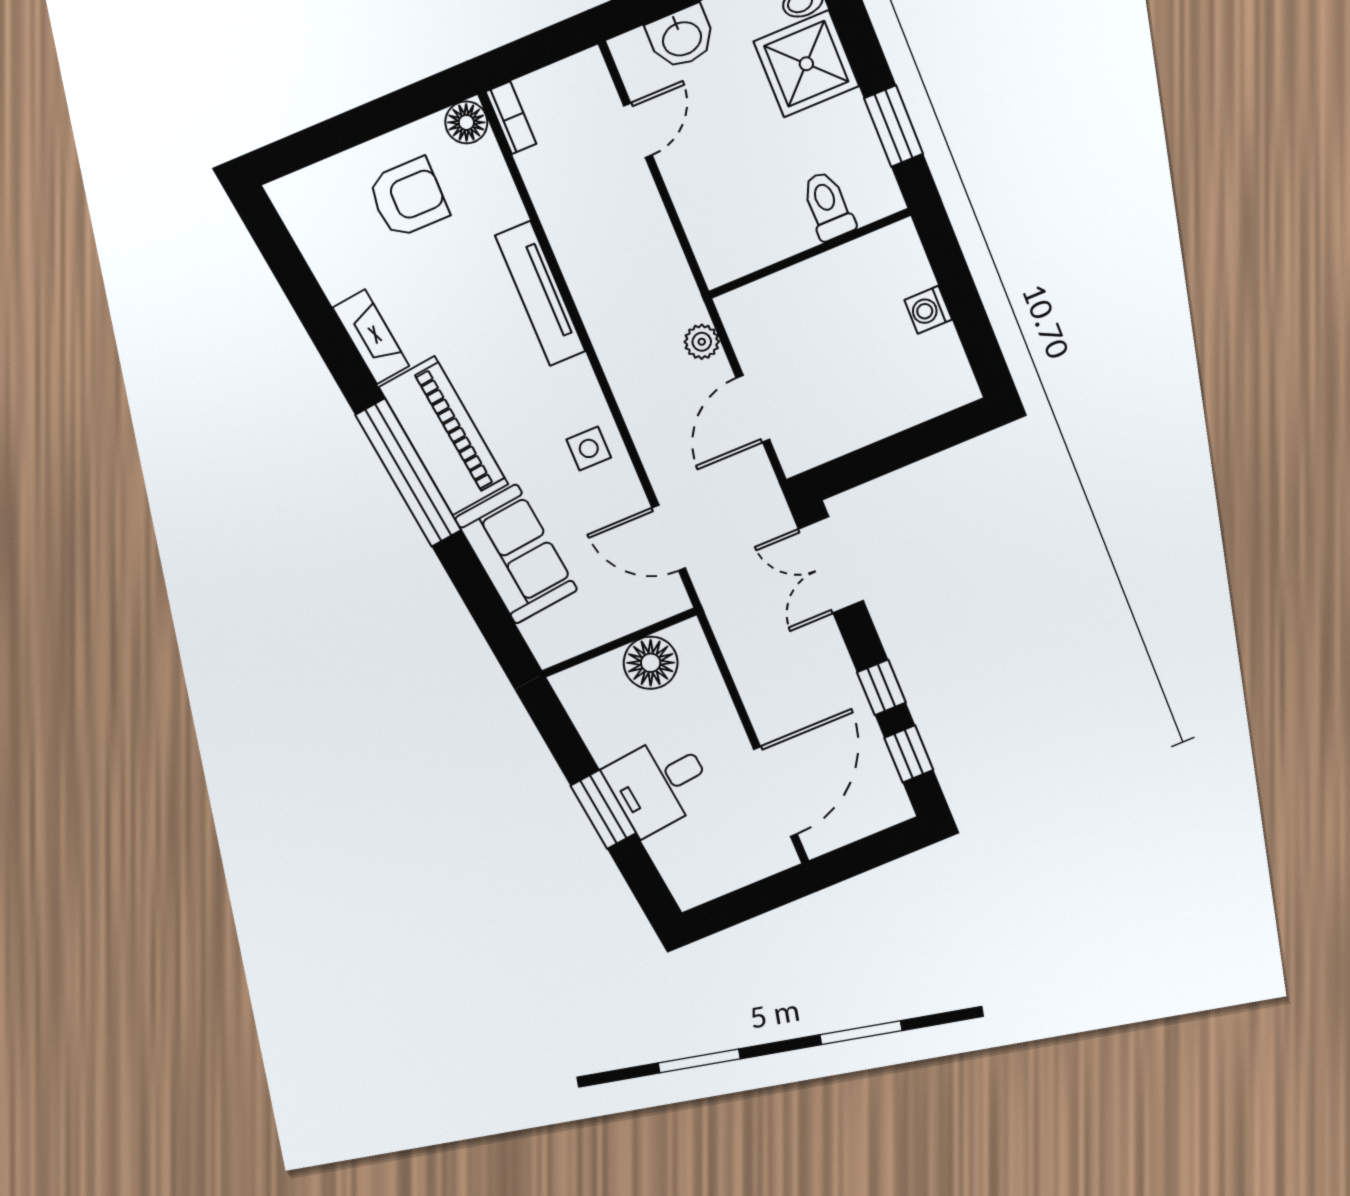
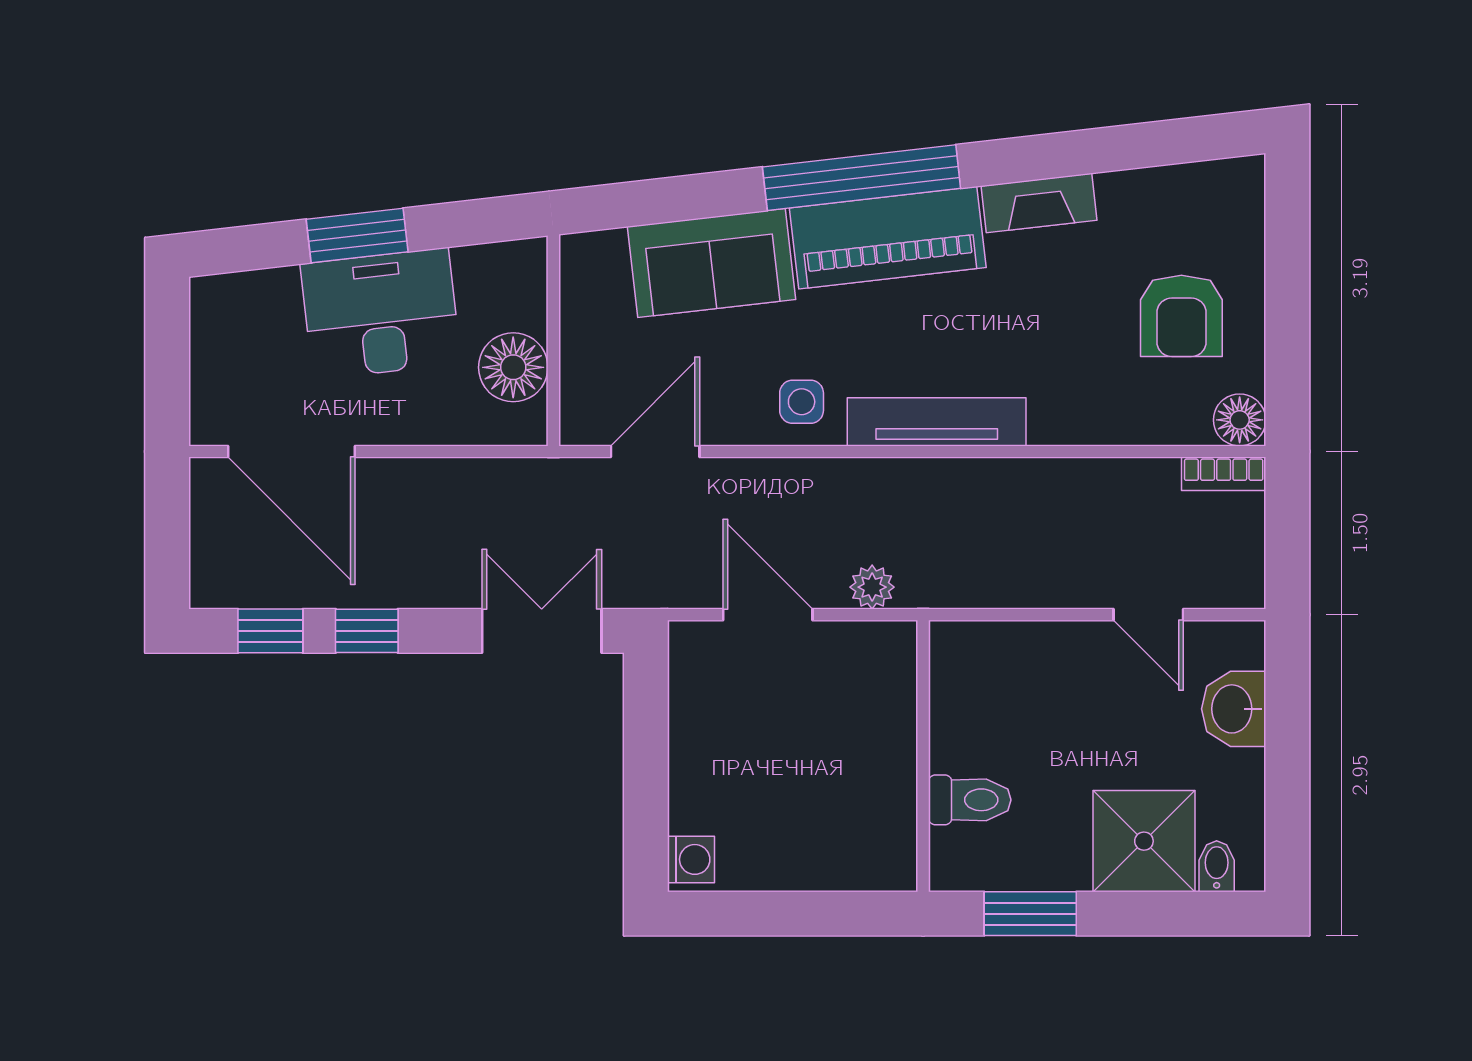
tv unit: (540, 294) -> (937, 422), moved
washing machine: (928, 310) -> (691, 859), moved, turned 90
desk: (659, 784) -> (381, 314), width x1.37

